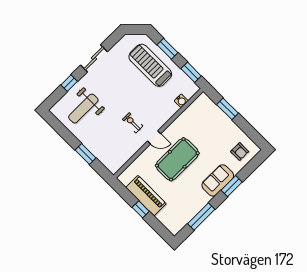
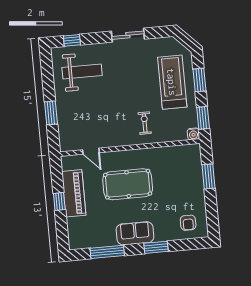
window: (69, 83) -> (72, 40), moved
water cooler: (181, 101) -> (193, 134), moved
weight bench: (83, 109) -> (82, 71), turned 180
exercise bike: (133, 123) -> (145, 123), moved
door: (154, 137) -> (91, 151), moved
sofa: (218, 180) -> (135, 233), moved

